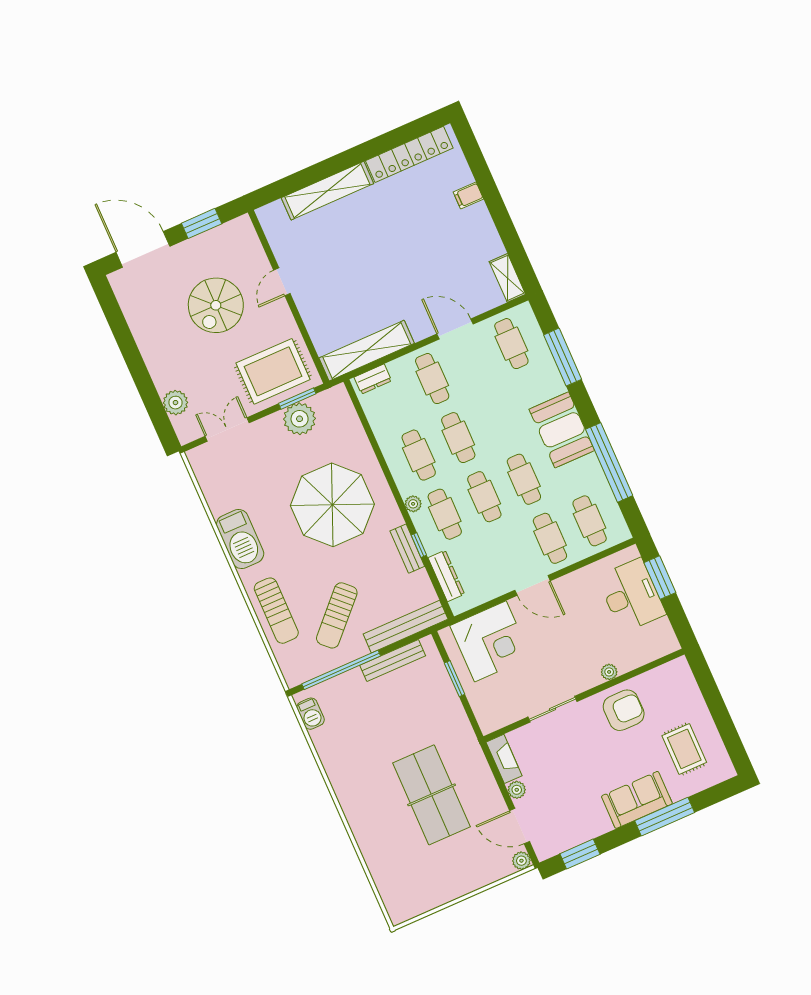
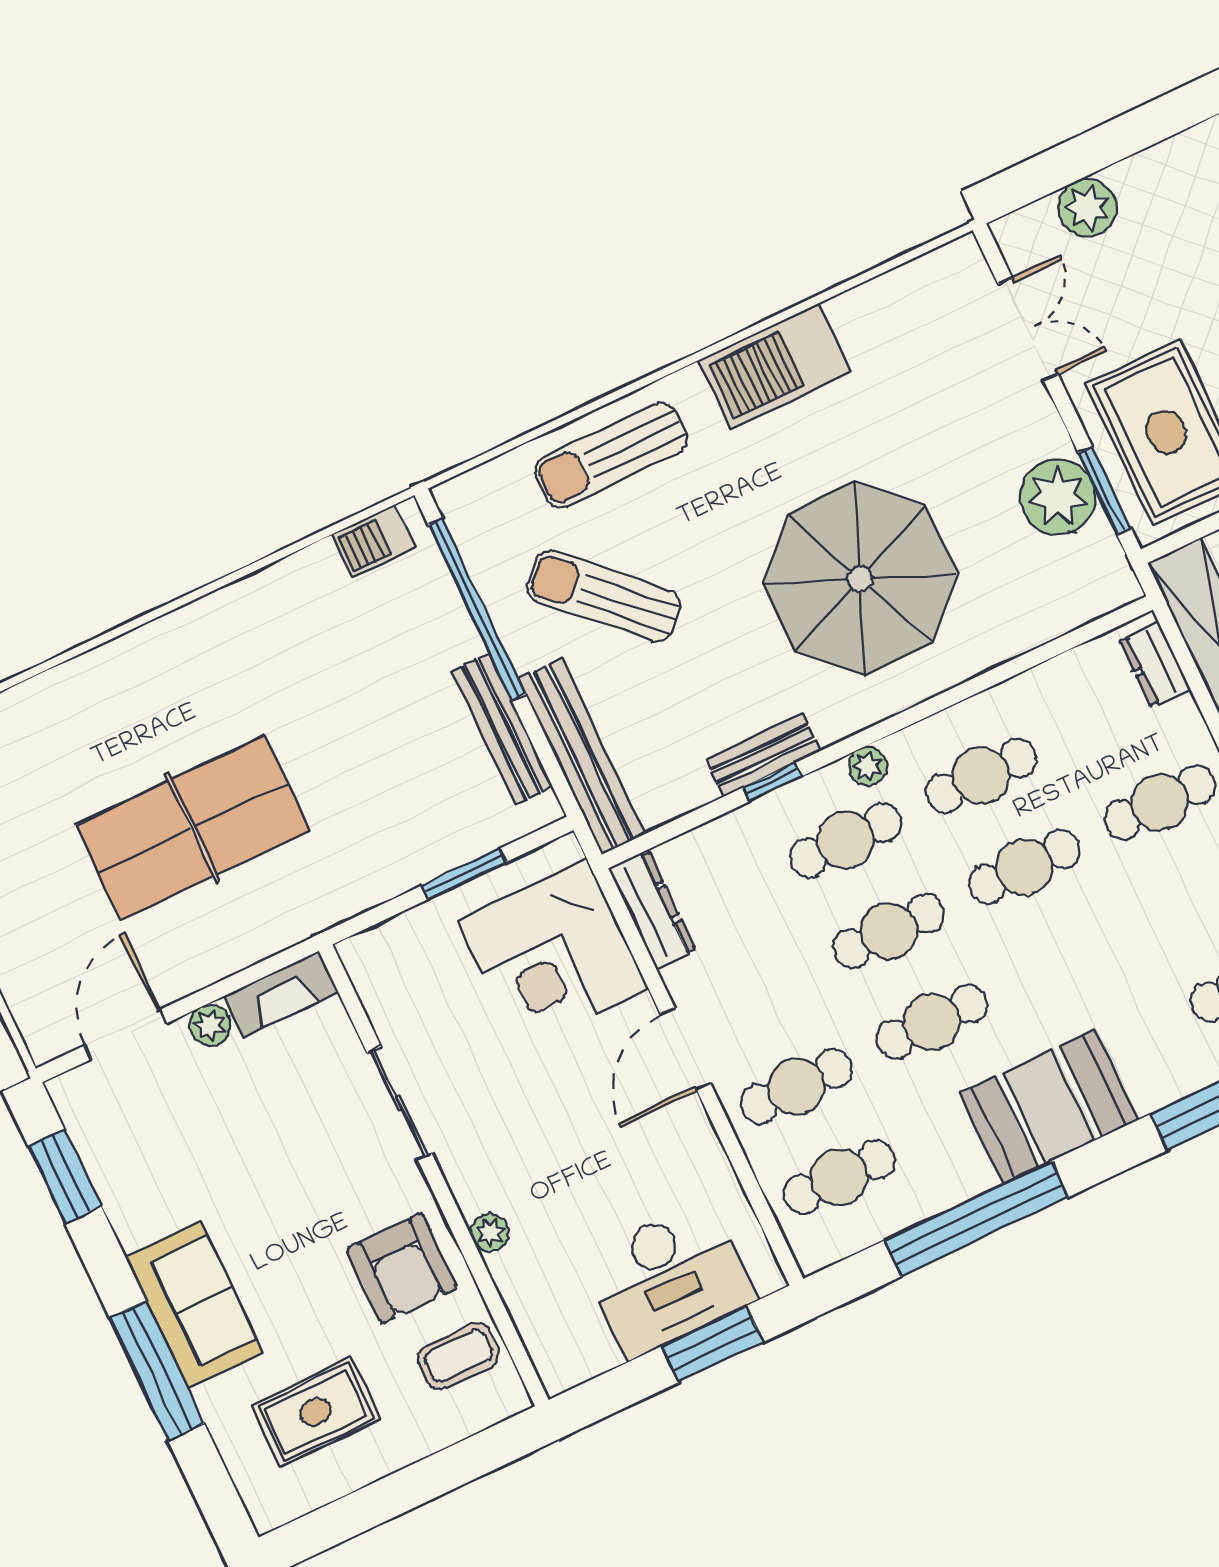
dresser: (446, 576) -> (652, 910), moved, turned -90
coffee table: (662, 687) -> (458, 1356), added
plant: (521, 861) -> (46, 1041), removed

